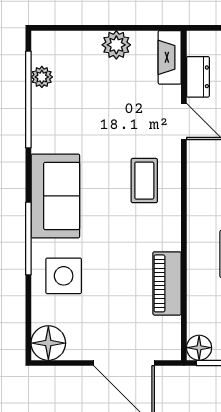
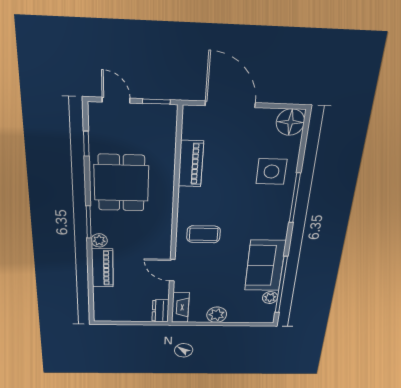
dresser: (198, 77) -> (160, 311), moved
coffee table: (144, 181) -> (204, 234), turned 90
sofa: (55, 196) -> (265, 266), moved
floor lamp: (199, 348) -> (167, 114), removed

